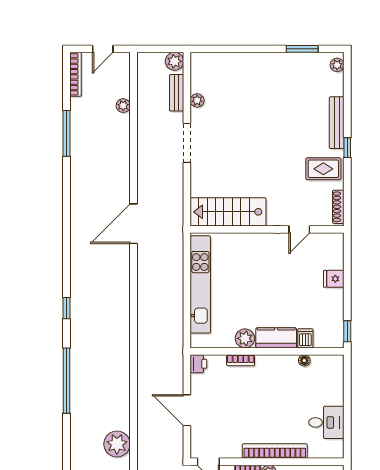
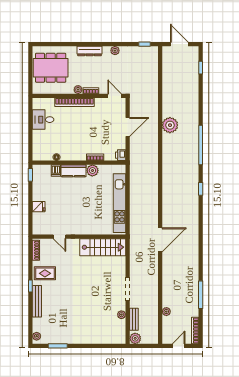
door: (299, 229) -> (60, 237), swing flipped
door: (187, 410) -> (128, 127), hinge flipped
plant: (117, 444) -> (170, 125), moved

